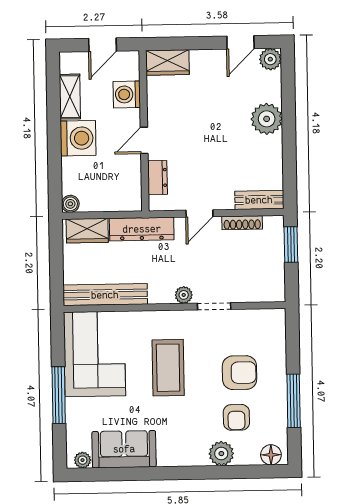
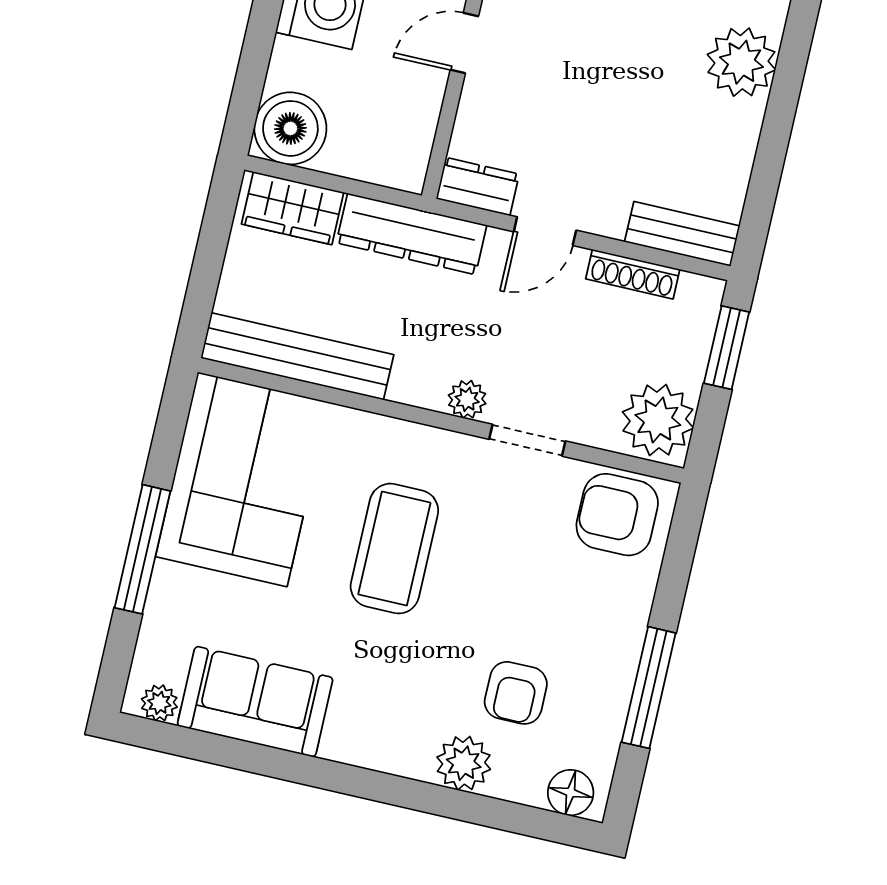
dresser: (157, 178) -> (478, 186), moved, turned -90
boiler: (70, 204) -> (290, 128), width x1.86, depth x1.86
plant: (269, 283) -> (658, 420), added
armchair: (240, 373) -> (617, 515), moved, turned 180

